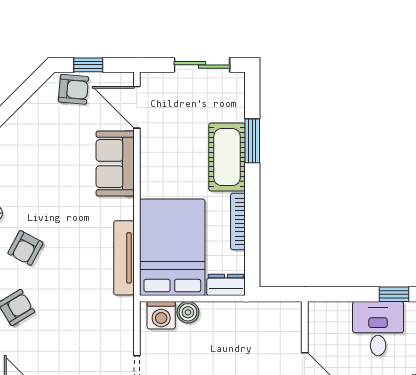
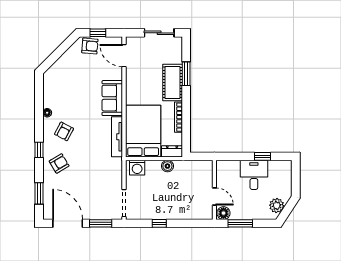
sofa: (115, 164) -> (112, 98), moved
boiler: (188, 312) -> (167, 166), moved

